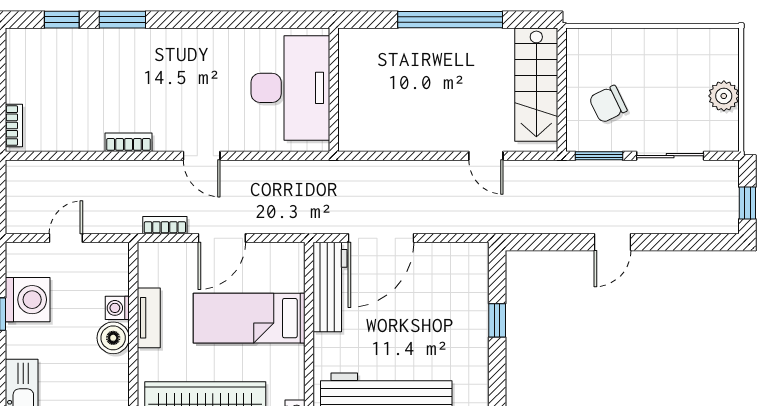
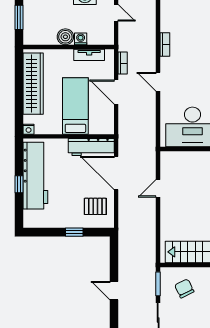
door: (202, 156) -> (158, 82), hinge flipped
door: (486, 156) -> (158, 188), moved
pallet: (447, 279) -> (95, 206), added
tv unit: (149, 318) -> (89, 55), moved

